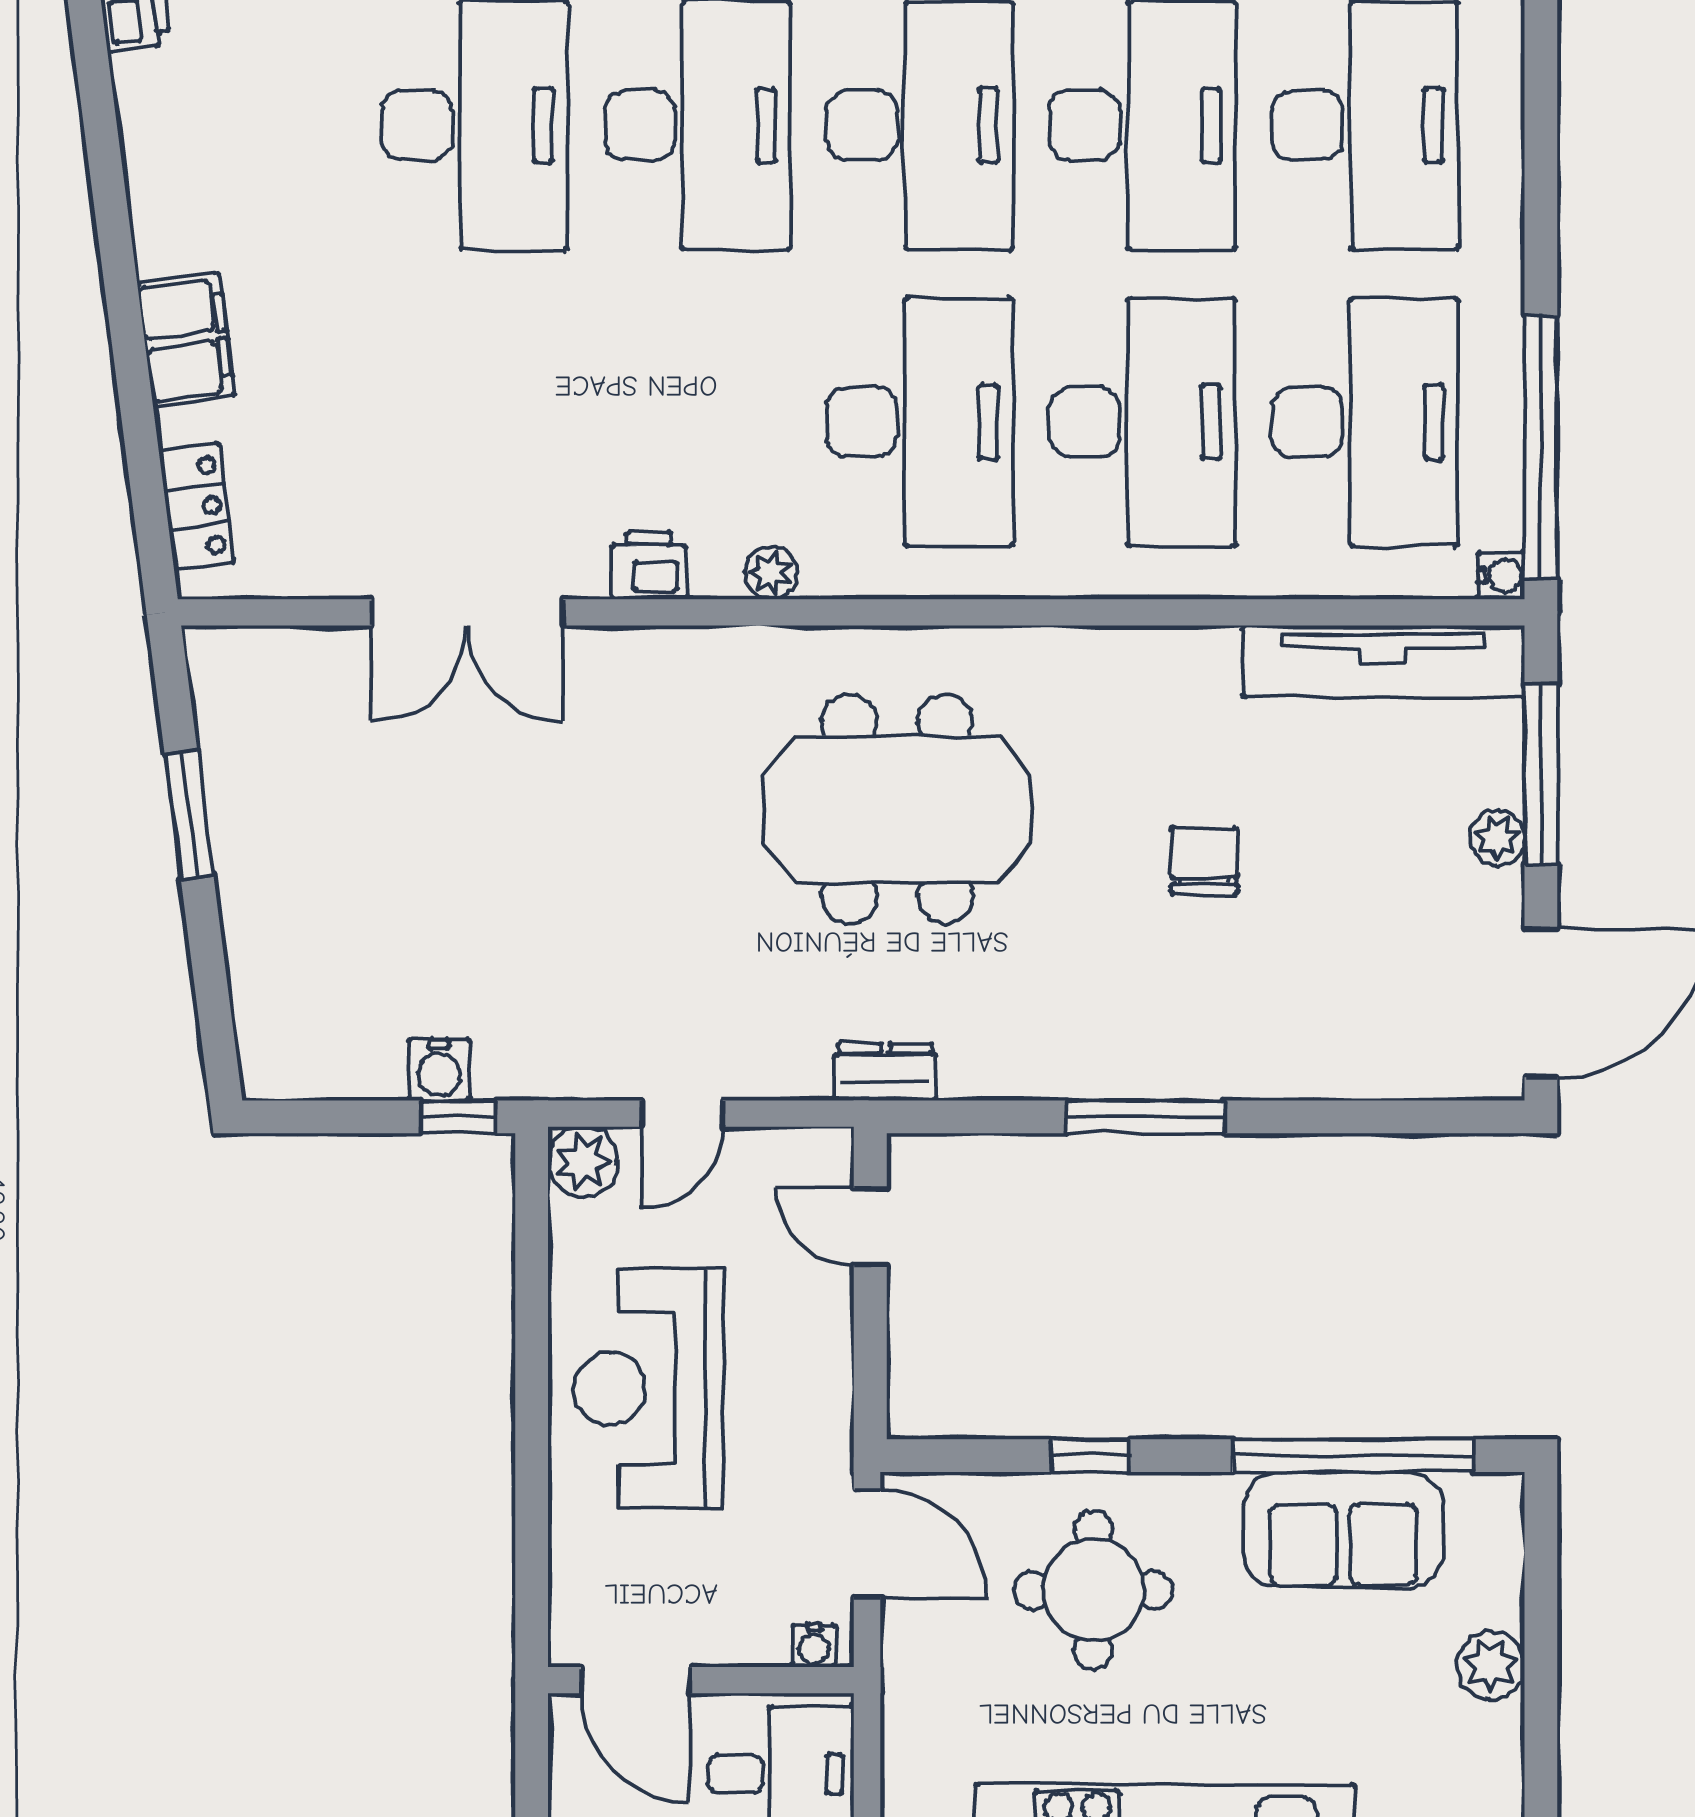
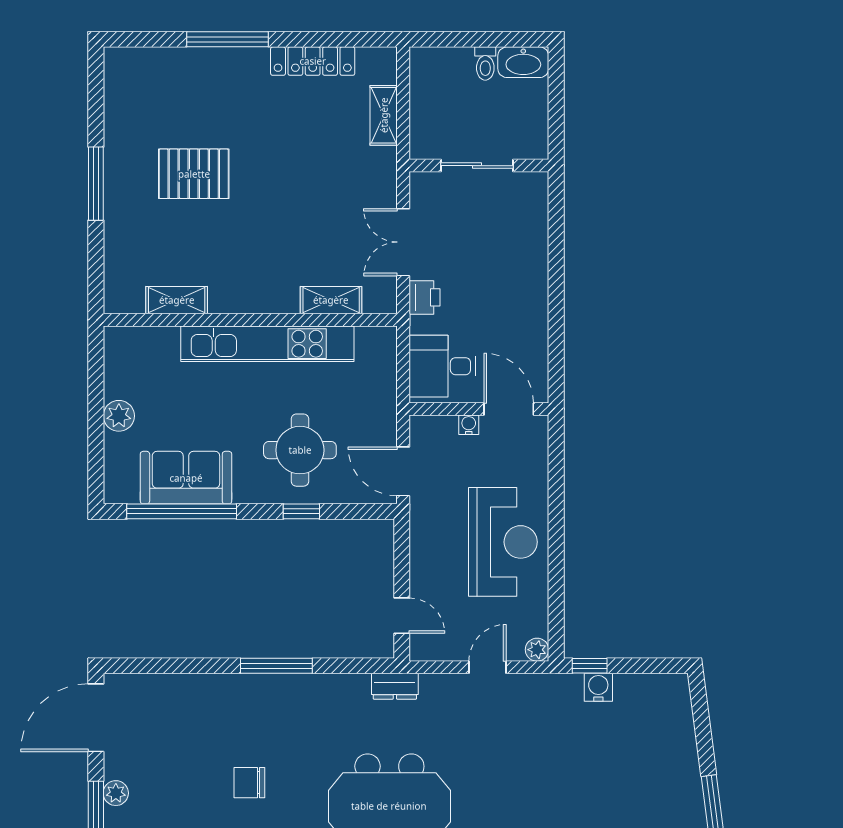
chair: (1204, 861) -> (249, 783), turned 90
plant: (583, 1162) -> (537, 650), width x0.73, depth x0.73
water cooler: (814, 1646) -> (469, 425), moved

